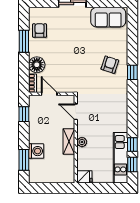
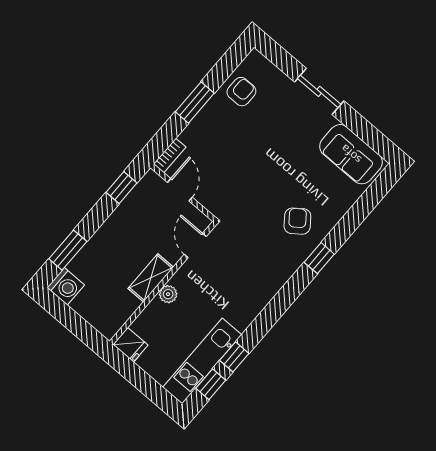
window: (24, 41) -> (195, 103), moved
floor lamp: (37, 65) -> (197, 135), removed
armchair: (110, 65) -> (297, 221), turned -55
washing machine: (36, 151) -> (66, 286), moved

